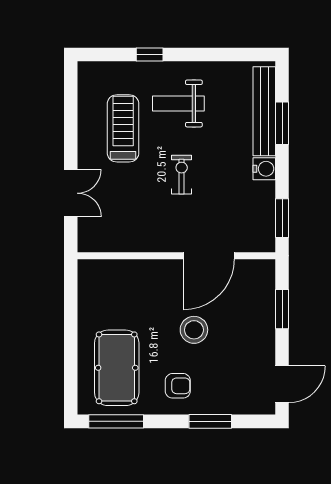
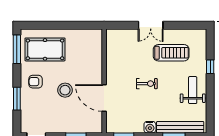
weight bench: (178, 103) -> (193, 90), moved
double door: (71, 193) -> (151, 25), moved
armchair: (178, 386) -> (36, 82), turned 90

